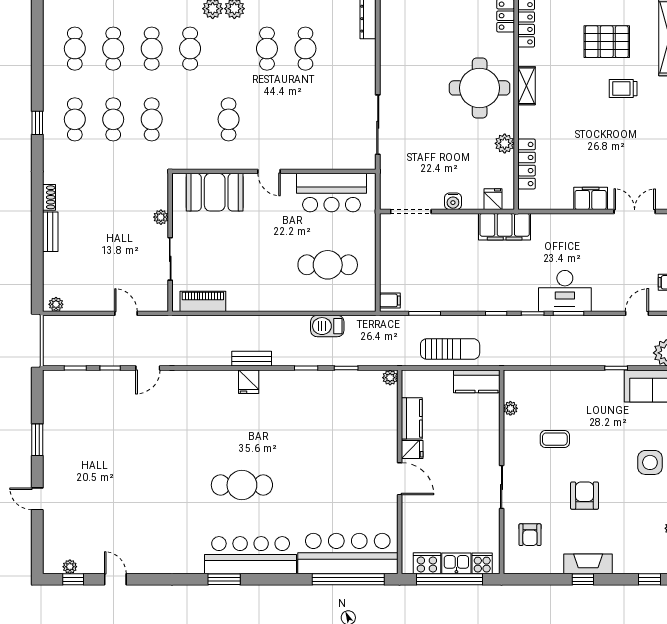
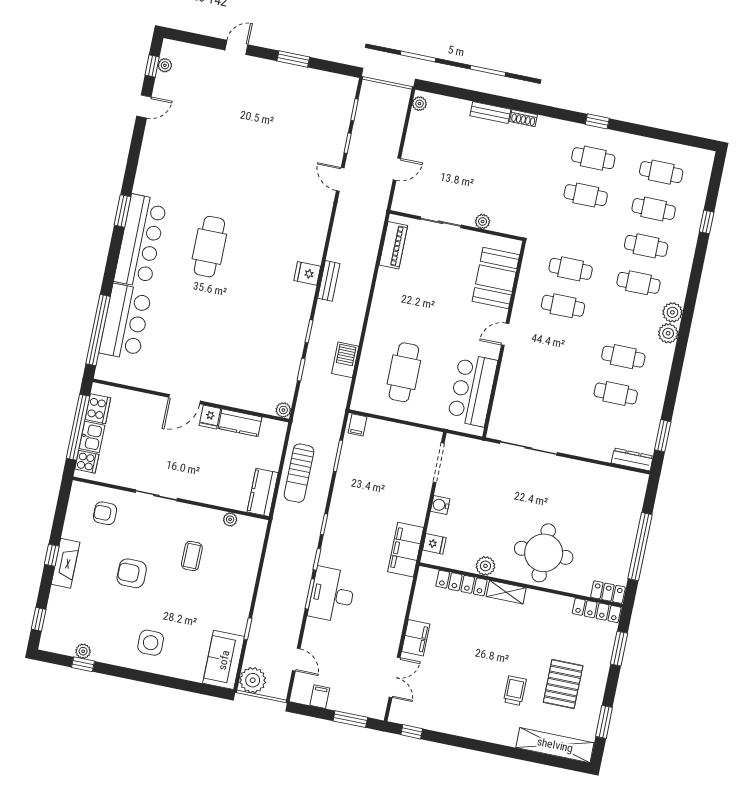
shelving: (527, 86) -> (506, 592), moved
cafe table: (152, 119) -> (571, 269), moved
armchair: (585, 496) -> (132, 573), turned 180
bar counter: (348, 554) -> (125, 322), width x0.73

